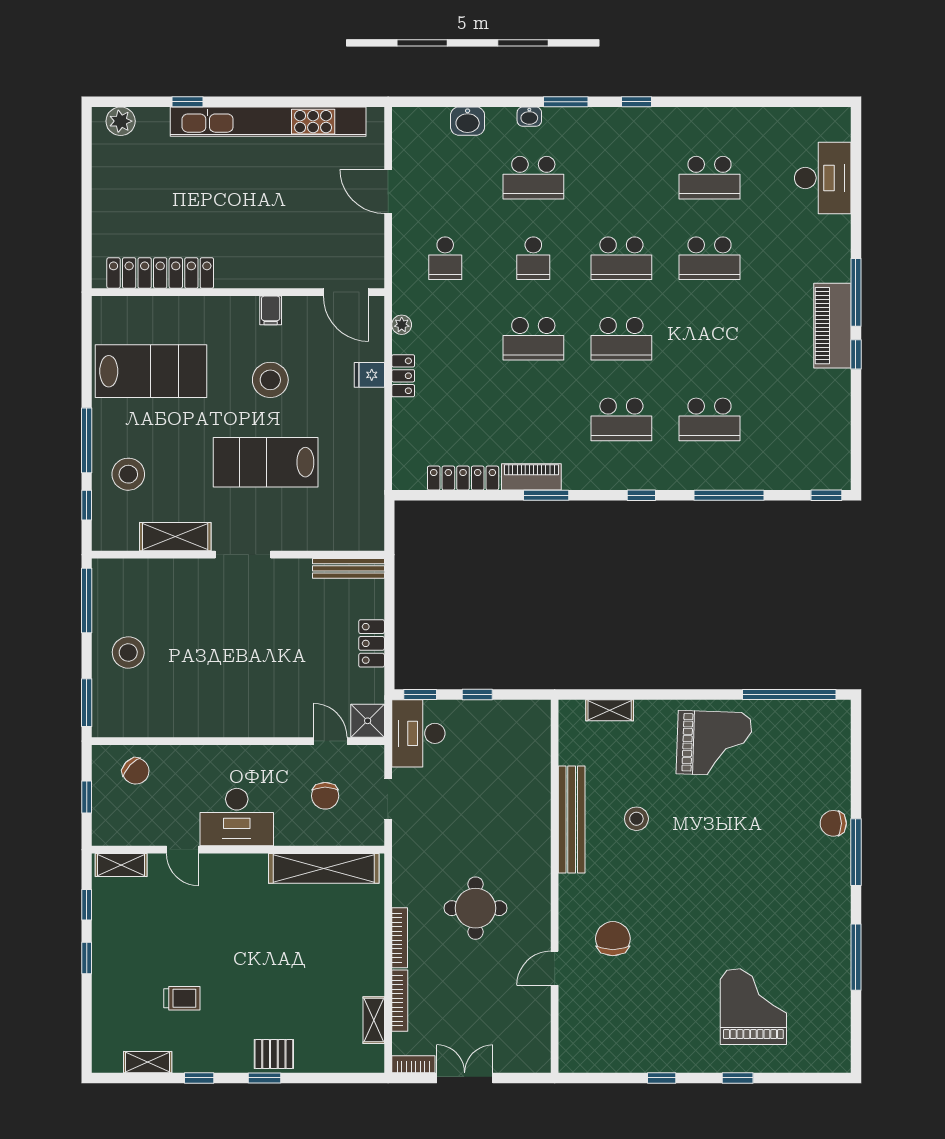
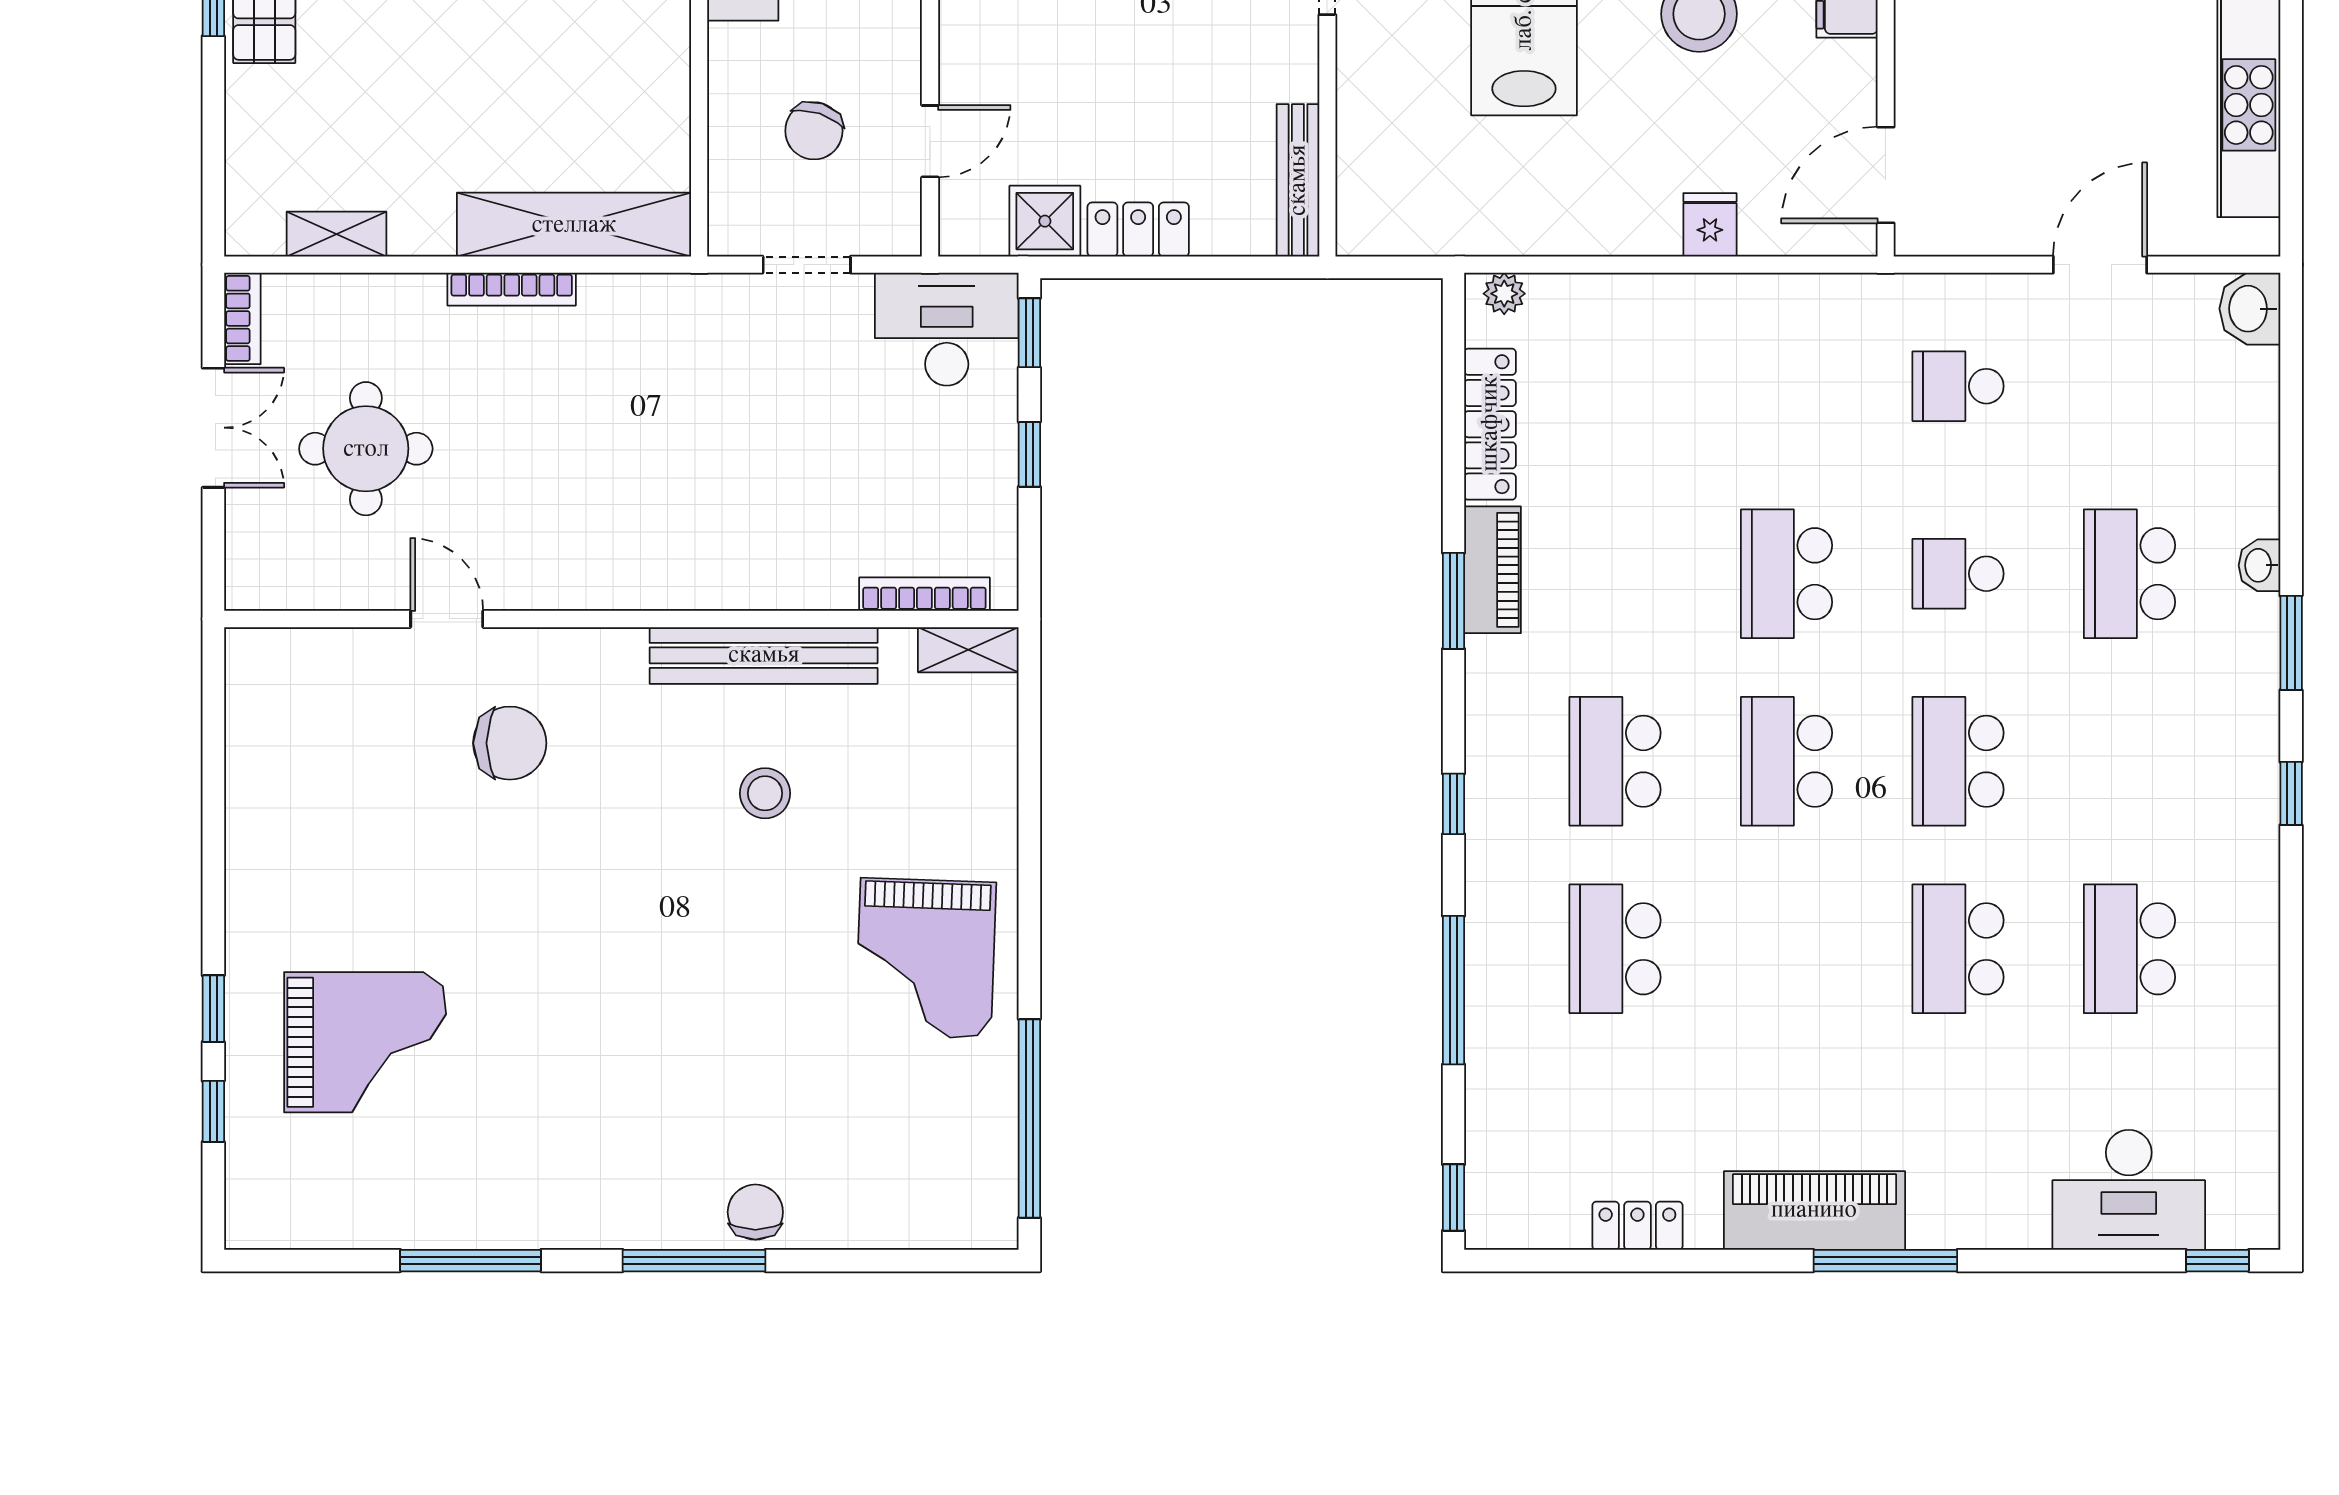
washbasin: (468, 121) -> (2250, 309), moved
plant: (402, 325) -> (1504, 294), moved
window: (856, 354) -> (2217, 1261), moved
locker: (403, 376) -> (1637, 1226), moved, turned 180
shelving: (610, 710) -> (968, 650), moved, turned 90
shower: (368, 721) -> (1045, 221), moved
chair: (325, 796) -> (814, 131), turned -72
shelving: (324, 868) -> (574, 225), moved, turned 90
round table: (476, 908) -> (366, 449), moved
bookcase: (400, 1001) -> (924, 594), moved, turned 180
window: (662, 1078) -> (213, 1111), moved

